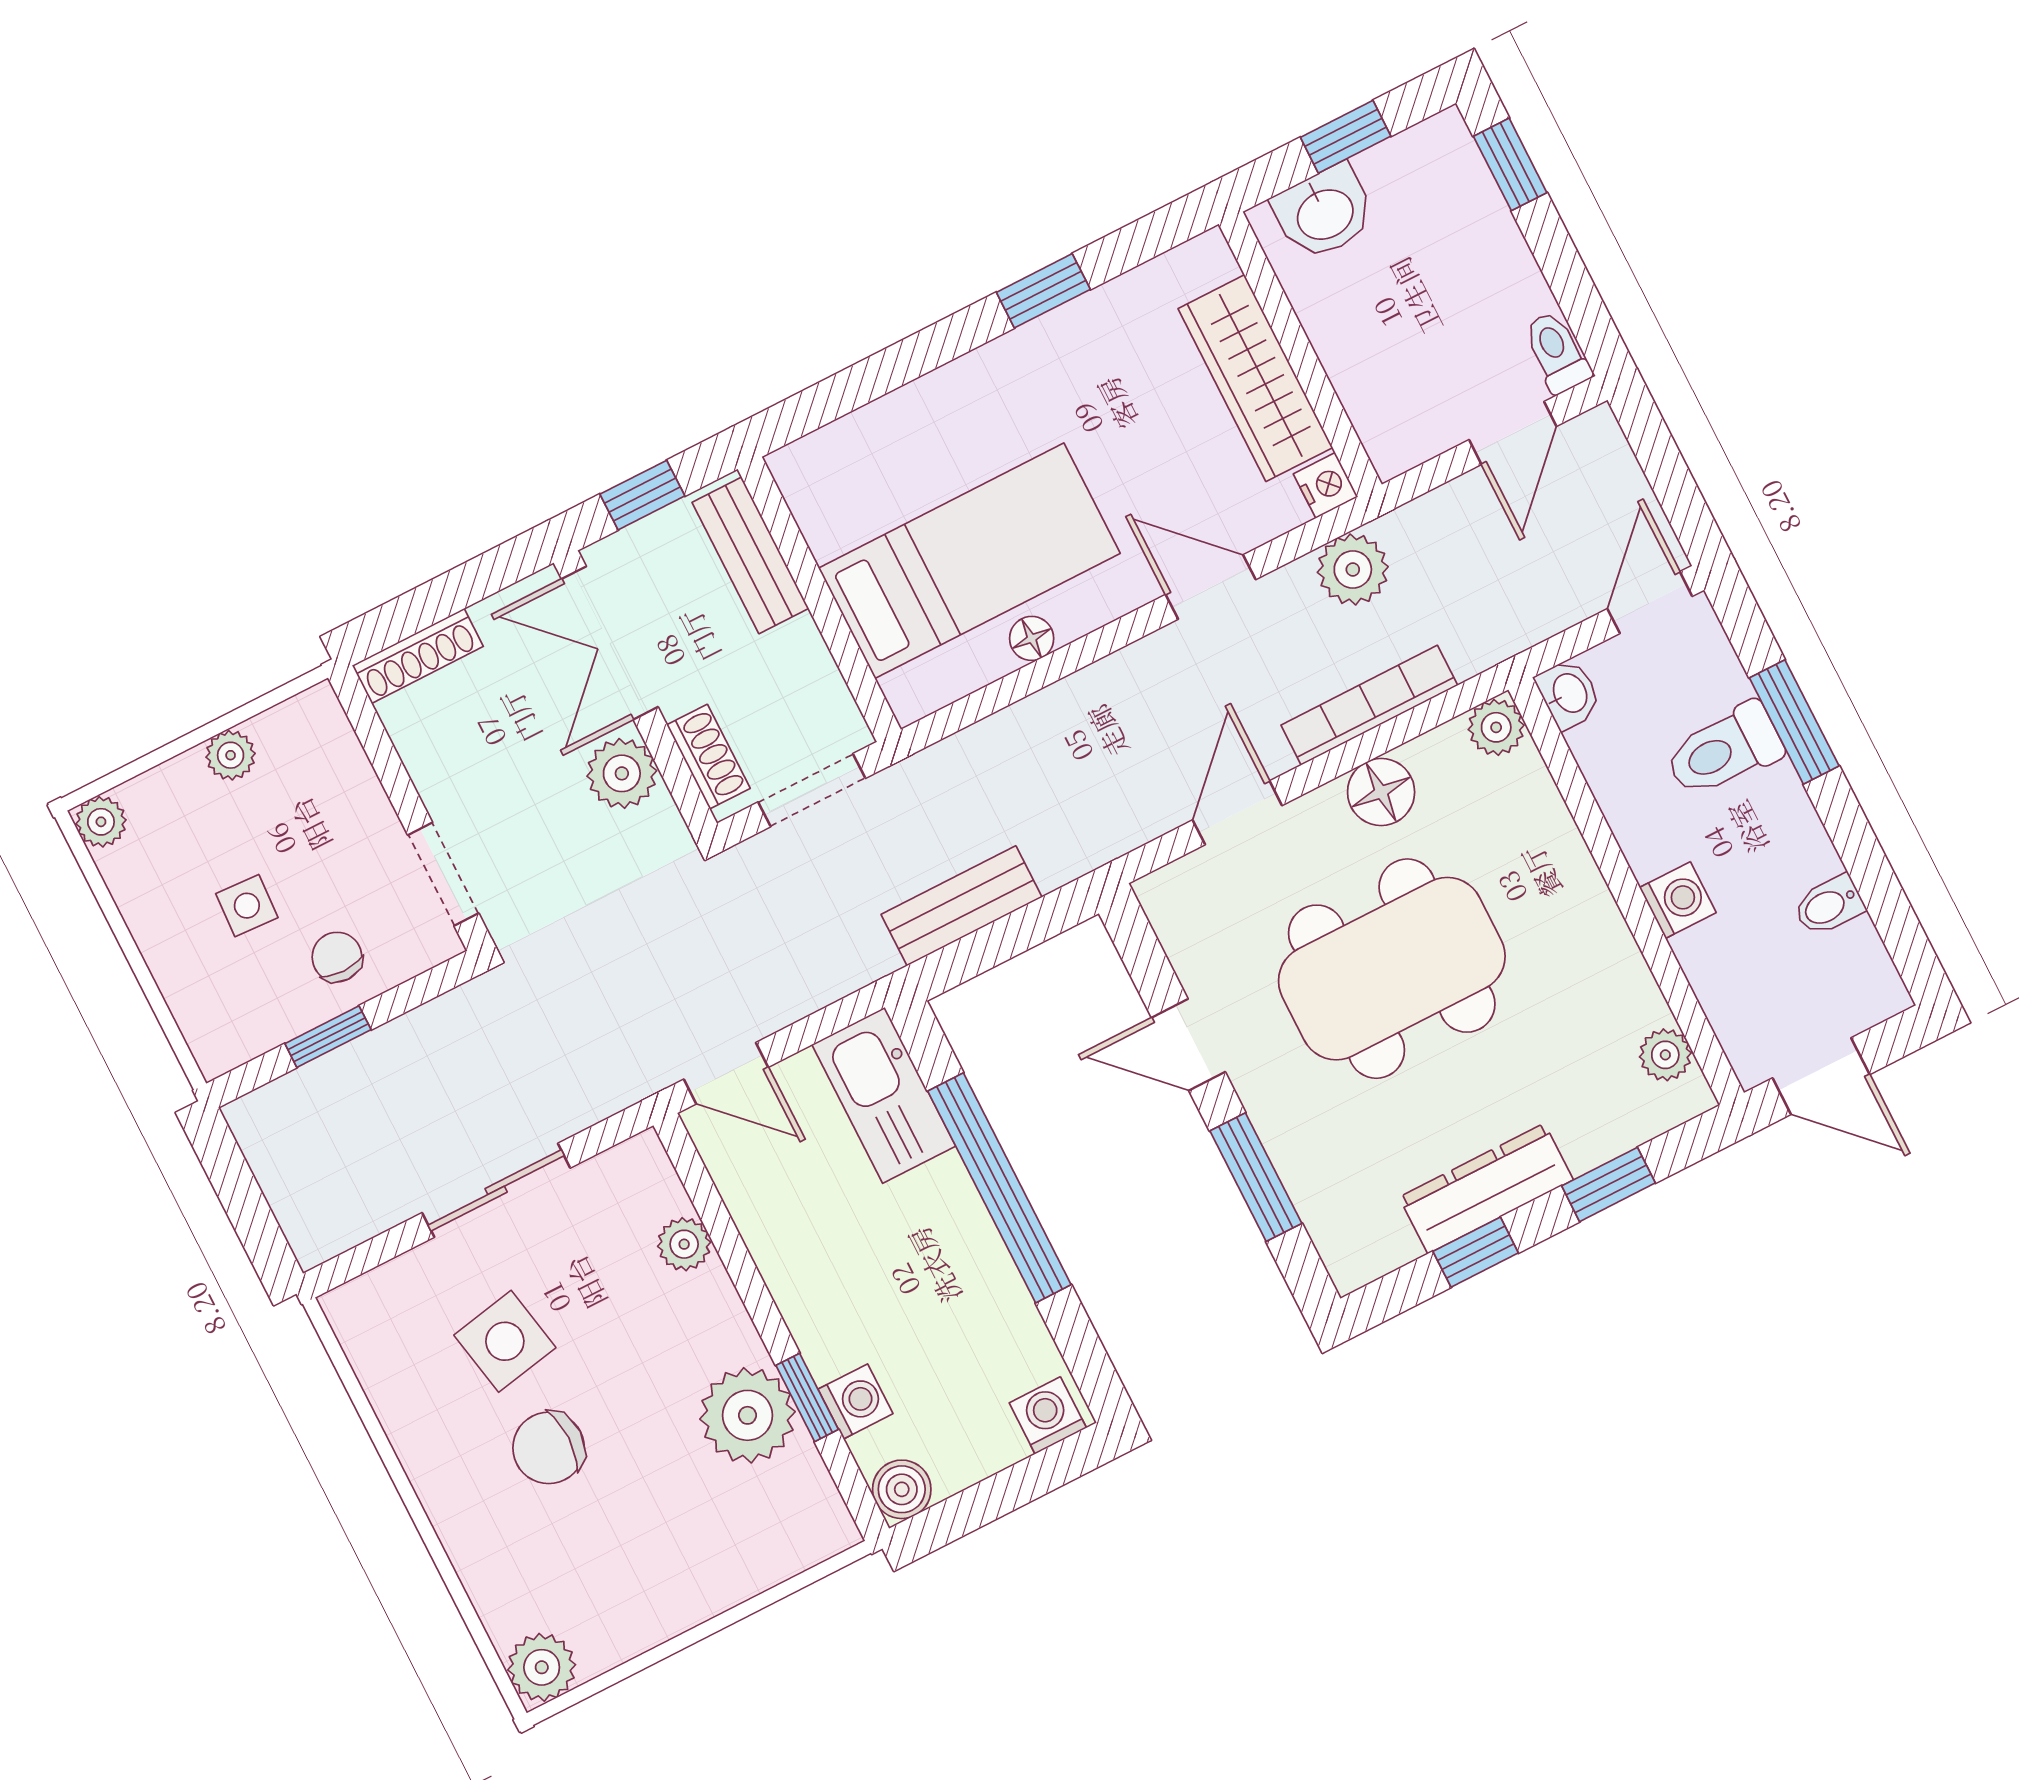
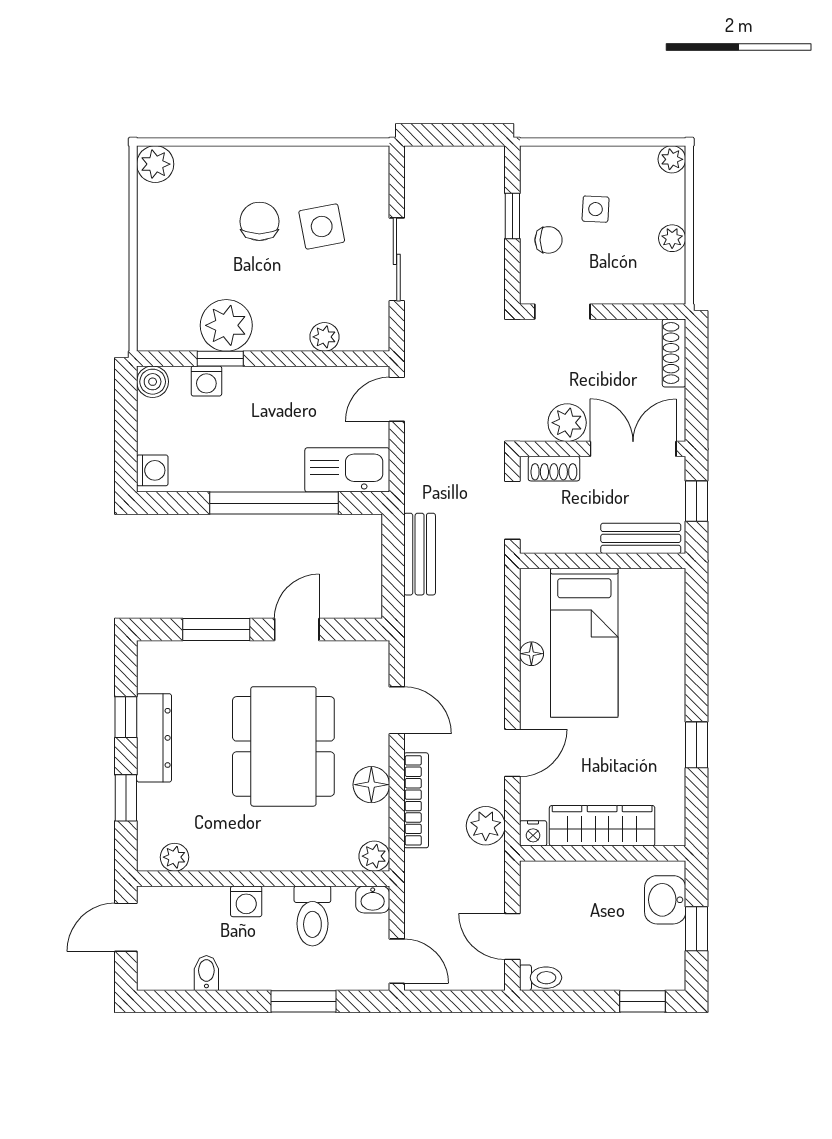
toilet: (1724, 750) -> (312, 916), moved, turned 180

